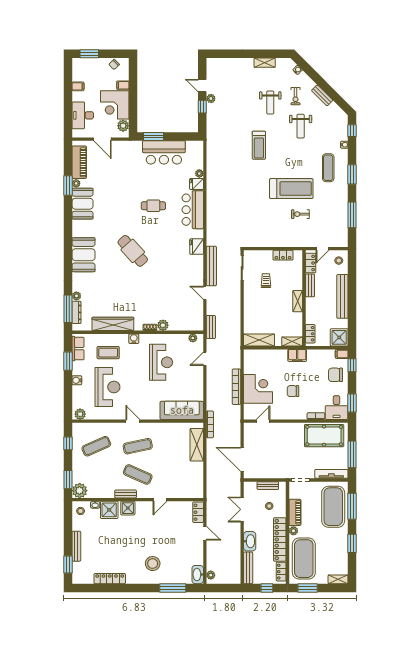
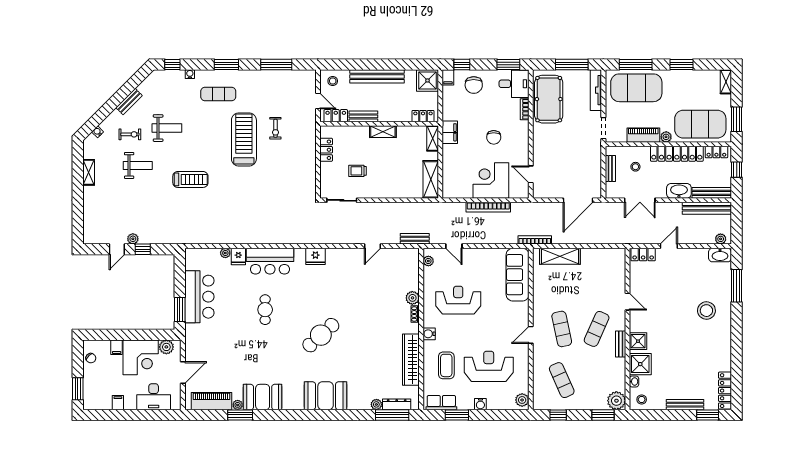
bench: (211, 266) -> (707, 208), moved
locker: (110, 579) -> (725, 391), moved

